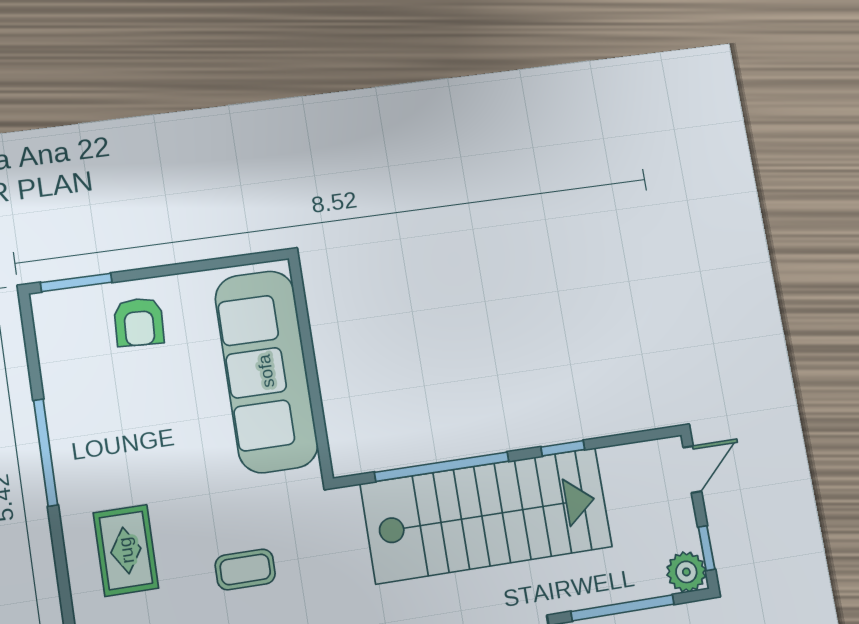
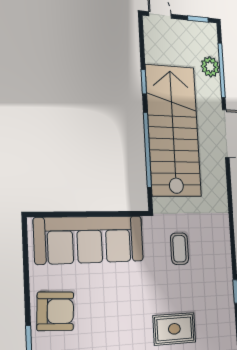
armchair: (139, 322) -> (55, 311), width x1.38, depth x1.38
coffee table: (245, 569) -> (179, 249), moved
plant: (686, 572) -> (210, 67), moved

